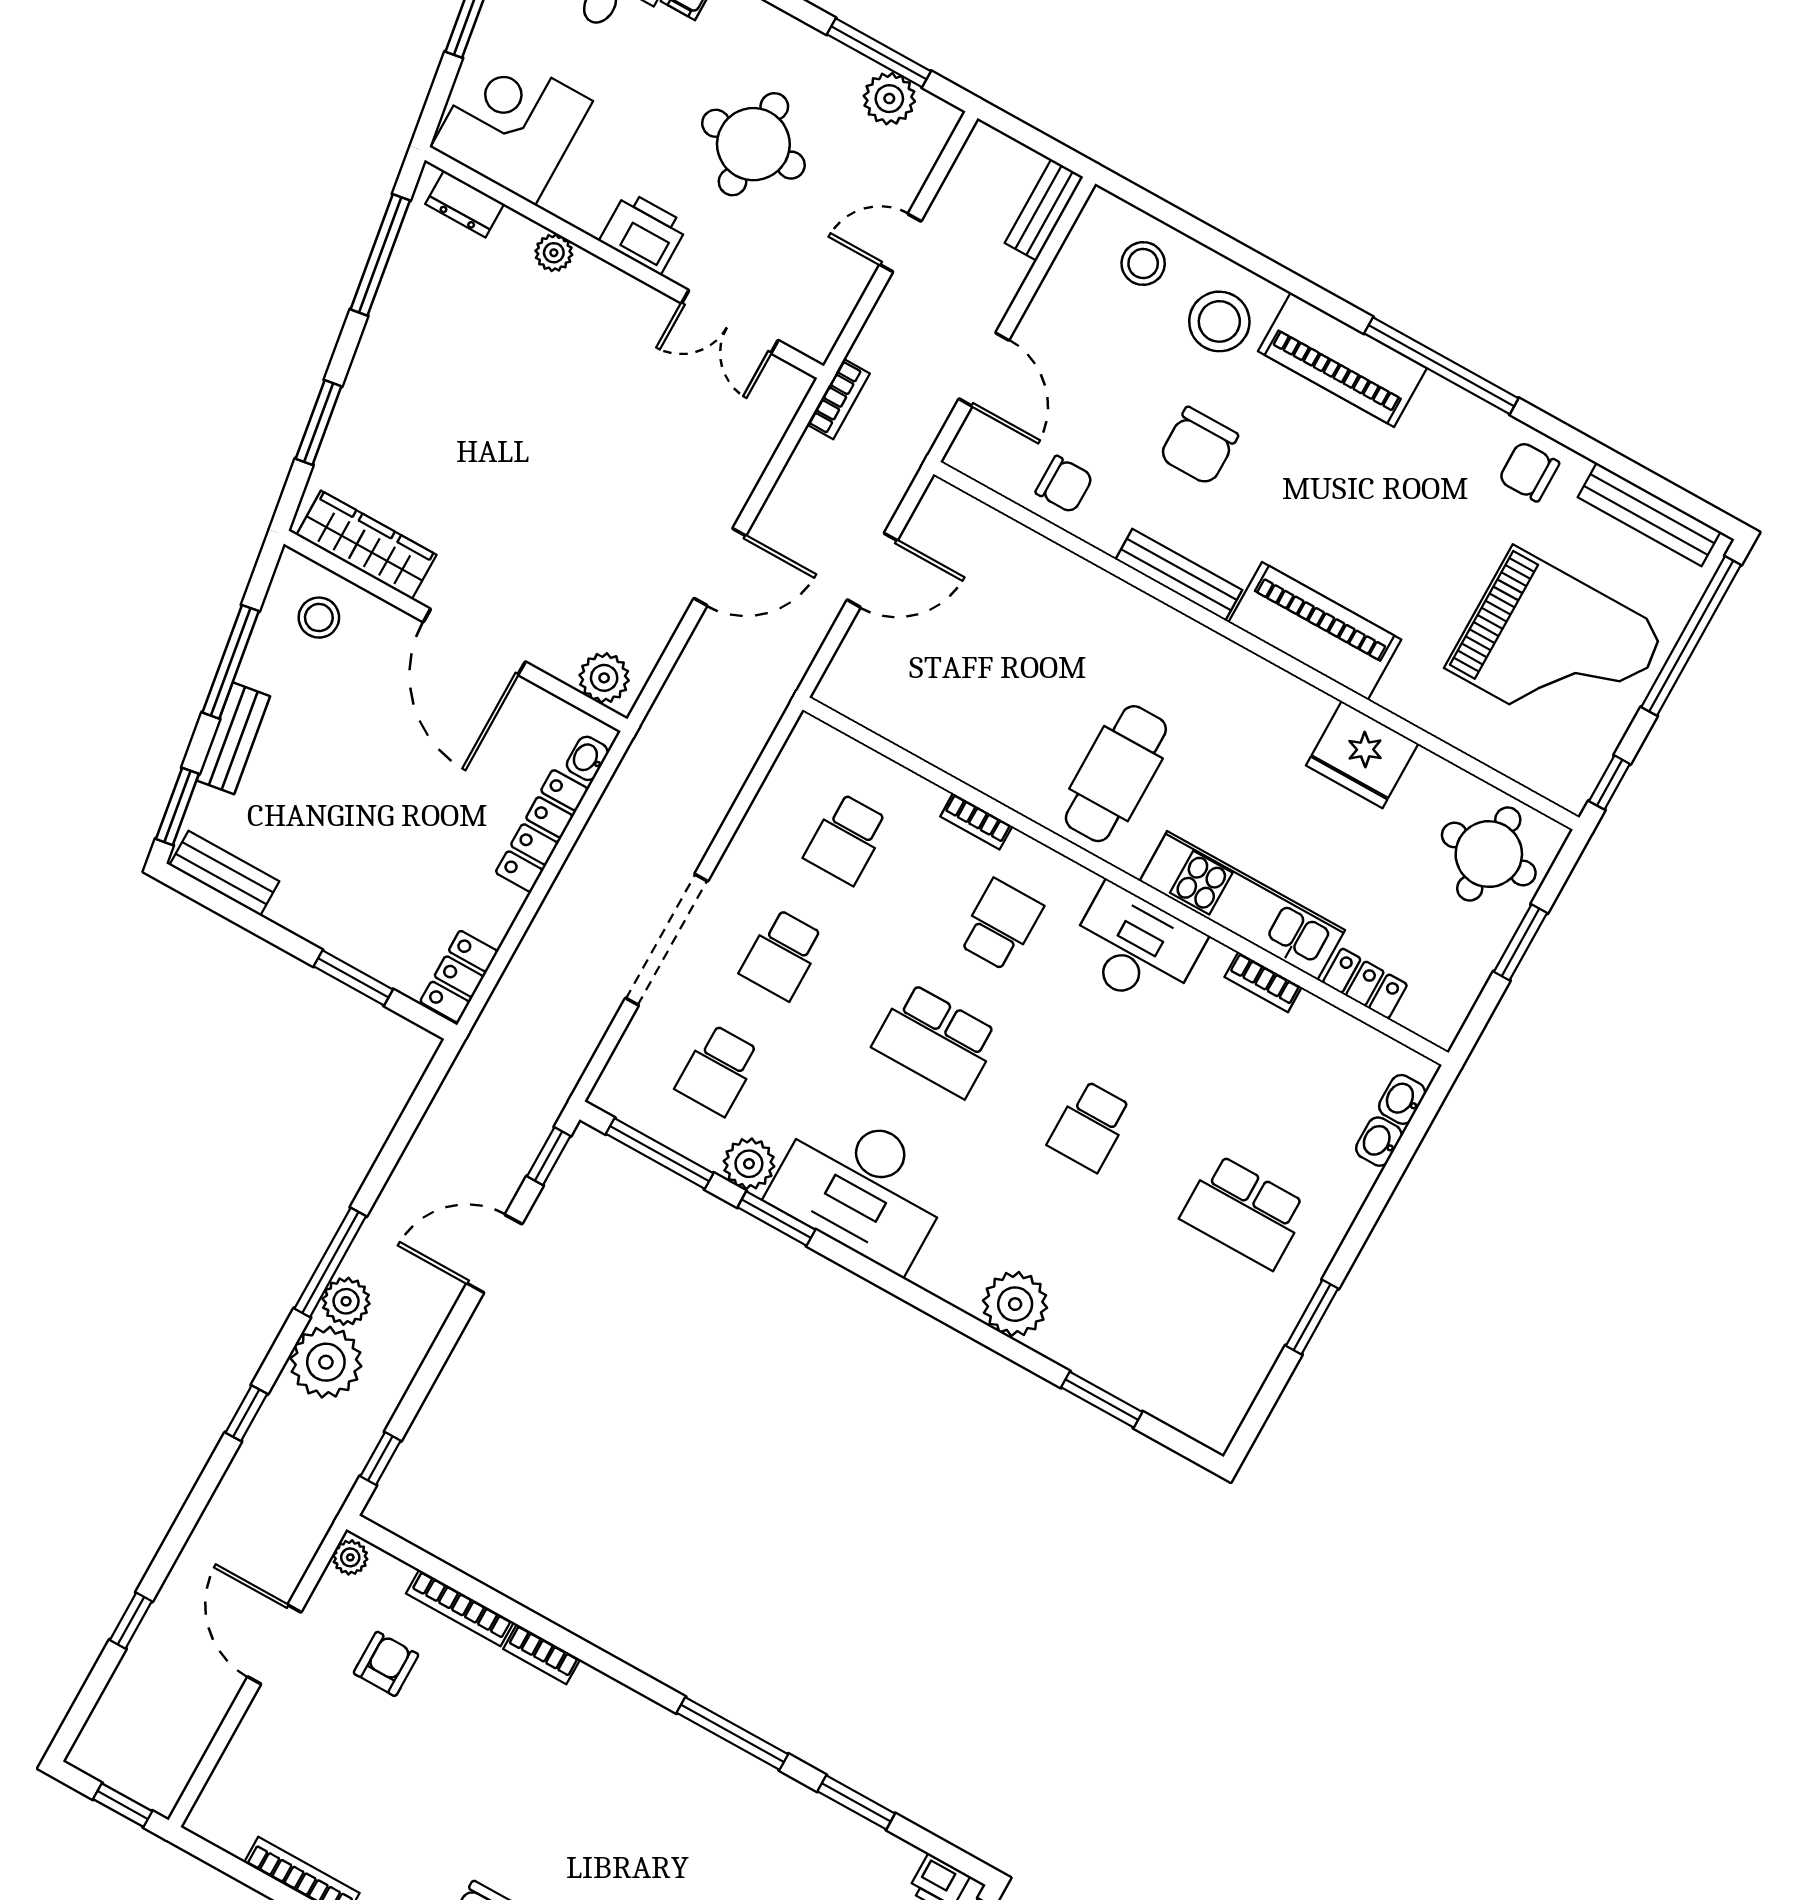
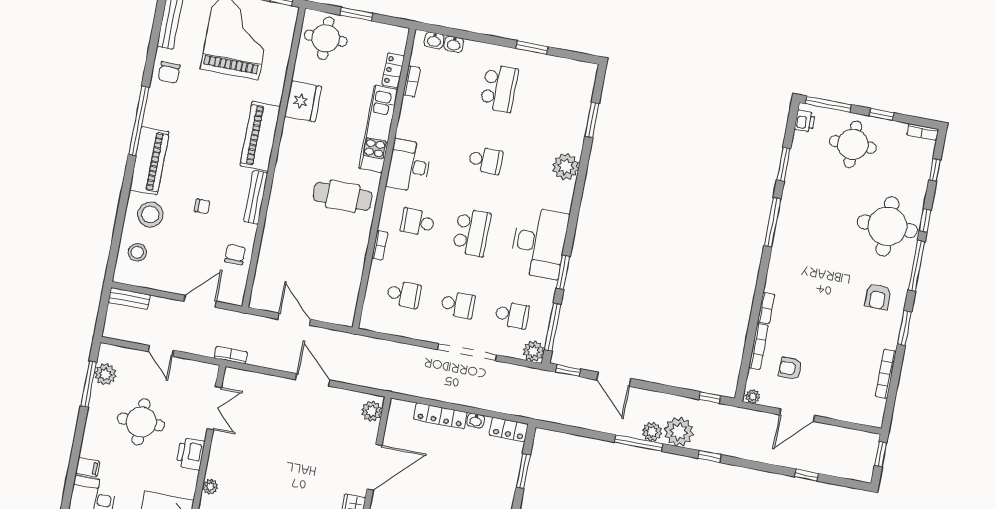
chair: (1199, 446) -> (202, 206), width x0.54, depth x0.54
washbasin: (587, 758) -> (476, 421), moved
bookcase: (1263, 982) -> (411, 81), moved
plant: (749, 1164) -> (533, 351), moved

